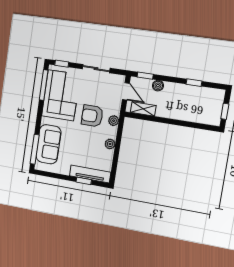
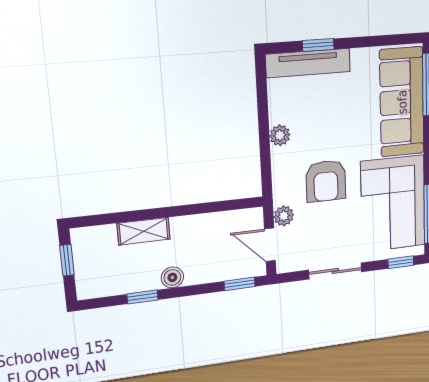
boiler: (158, 86) -> (172, 277), moved
shelving: (143, 109) -> (144, 231), moved
armchair: (92, 116) -> (326, 181), turned 90
plant: (114, 121) -> (284, 216), moved
sofa: (48, 144) -> (402, 102), width x1.36

